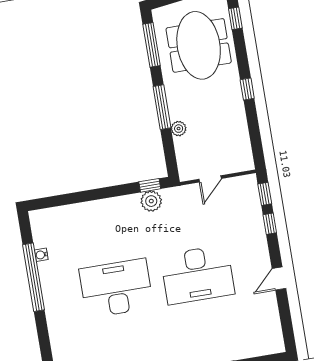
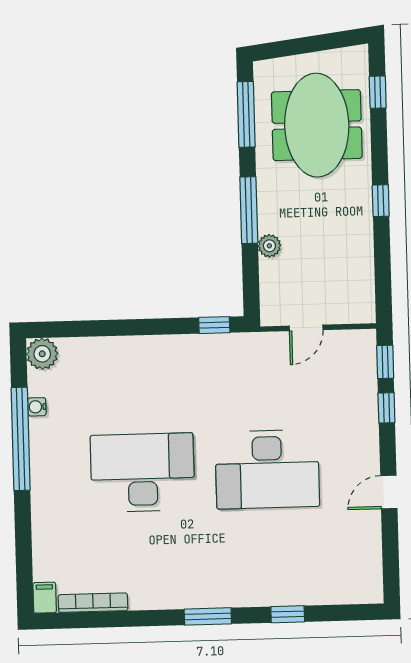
plant: (151, 201) -> (42, 354), moved

